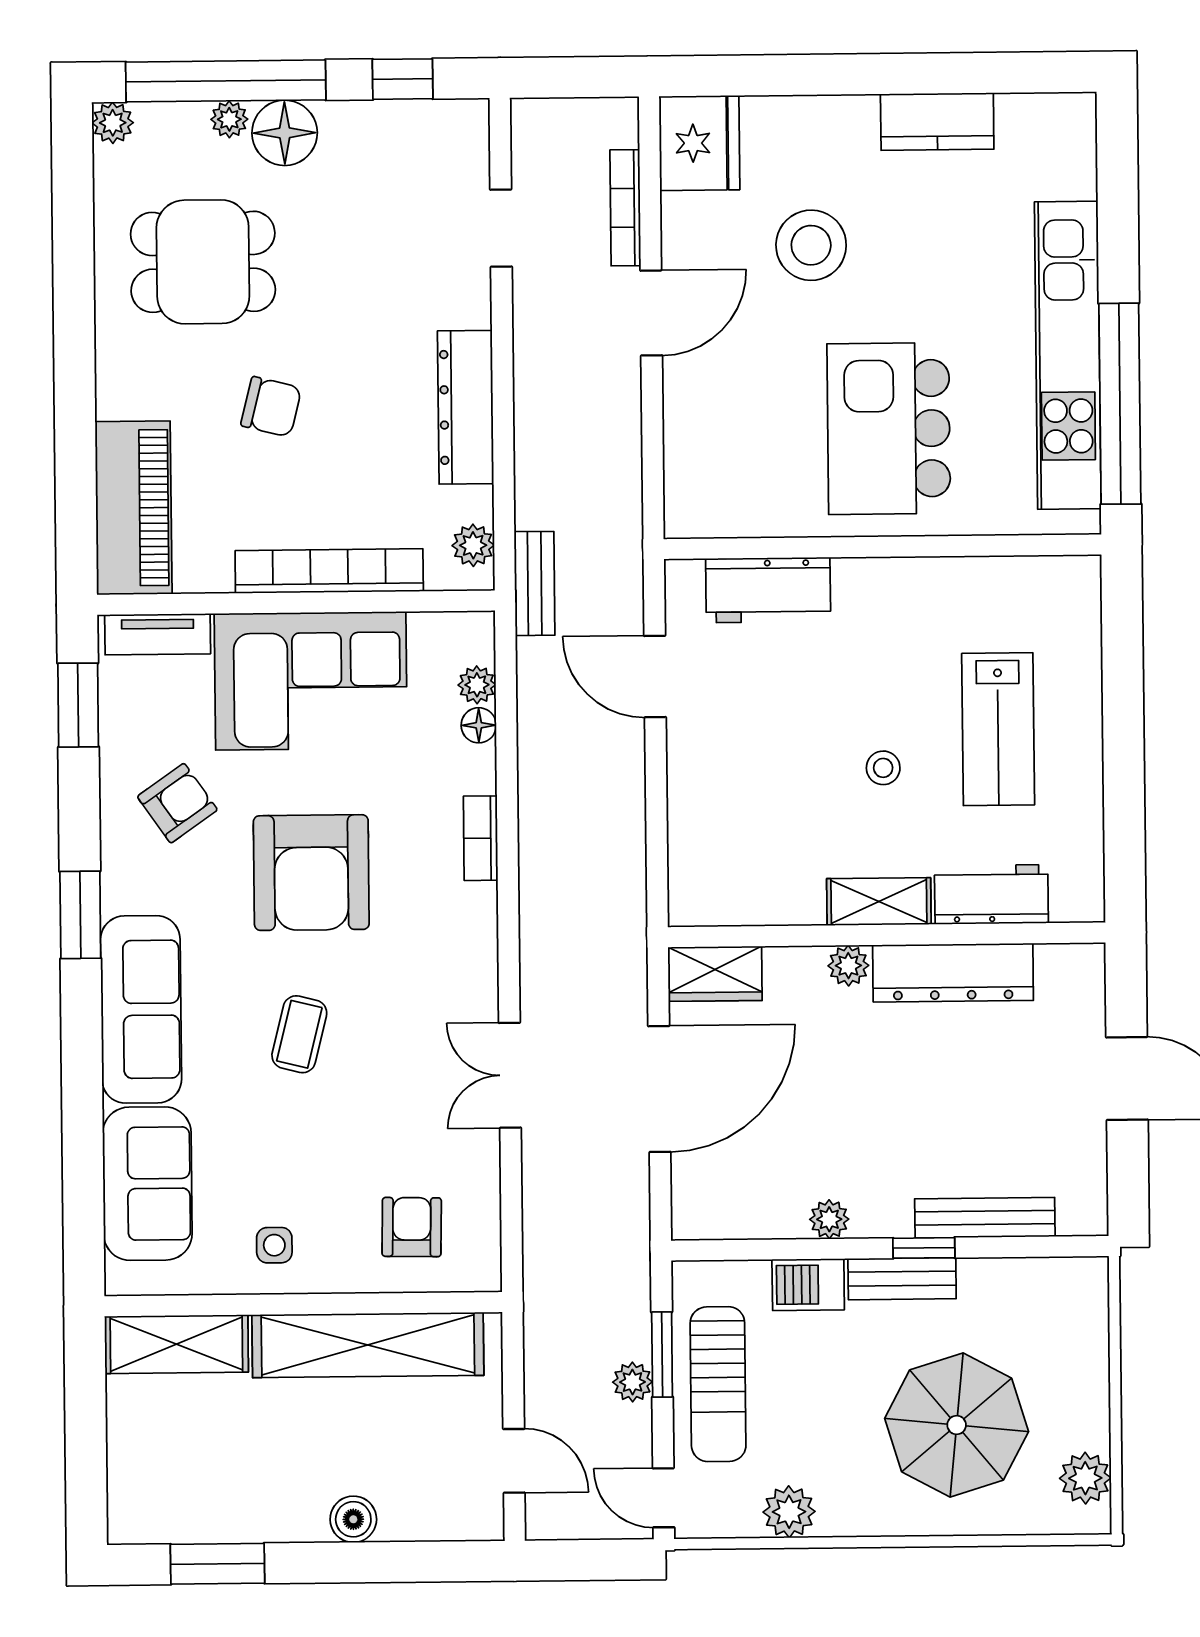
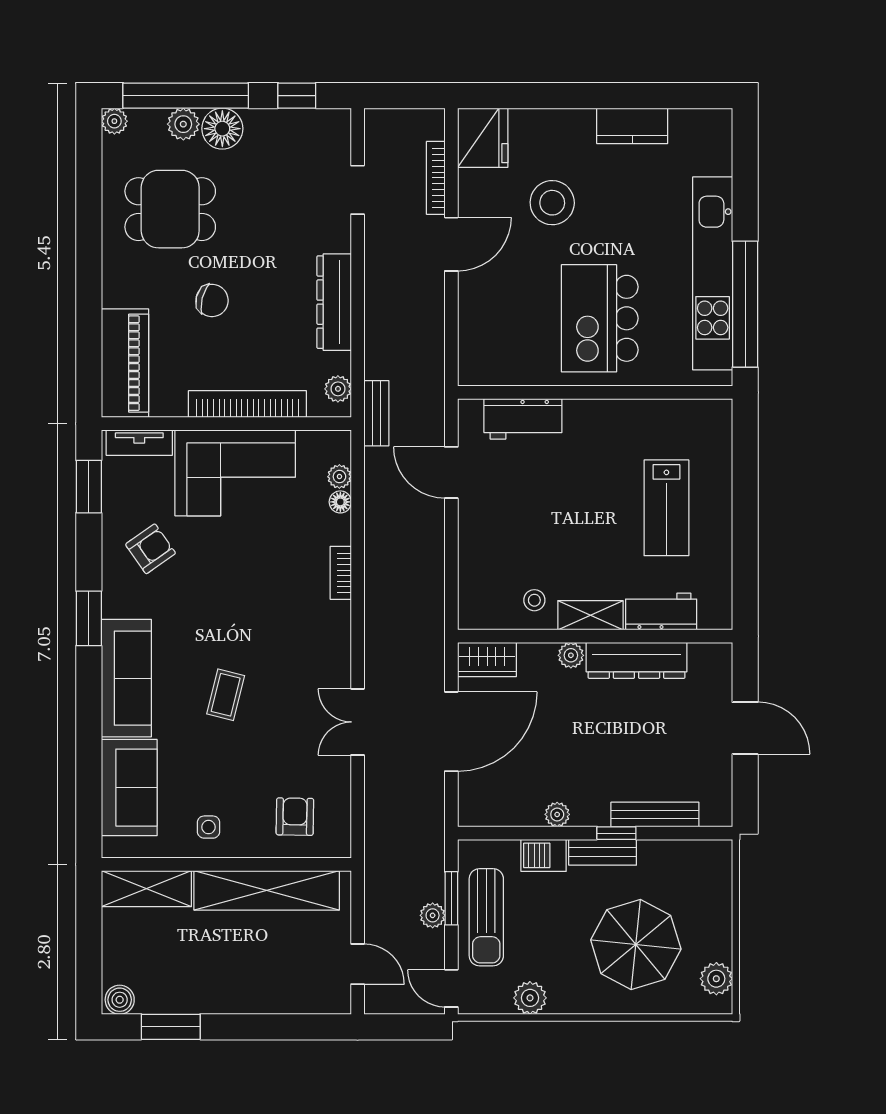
plant: (229, 119) -> (183, 124), width x1.38, depth x1.38
stool: (883, 768) -> (534, 600), moved
armchair: (311, 873) -> (234, 593), removed
boiler: (353, 1519) -> (120, 1000), moved

